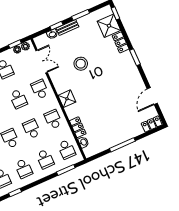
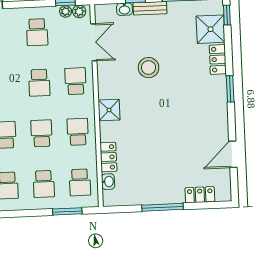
locker: (152, 124) -> (200, 195), moved

